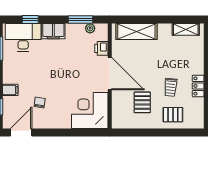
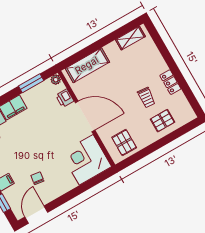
plant: (90, 28) -> (56, 80), moved
pallet: (142, 102) -> (124, 143), moved

